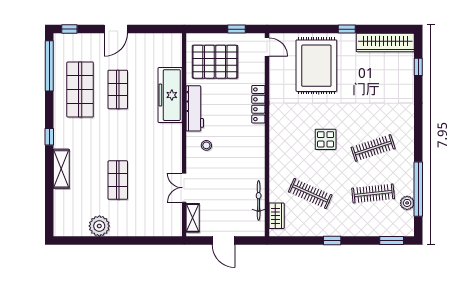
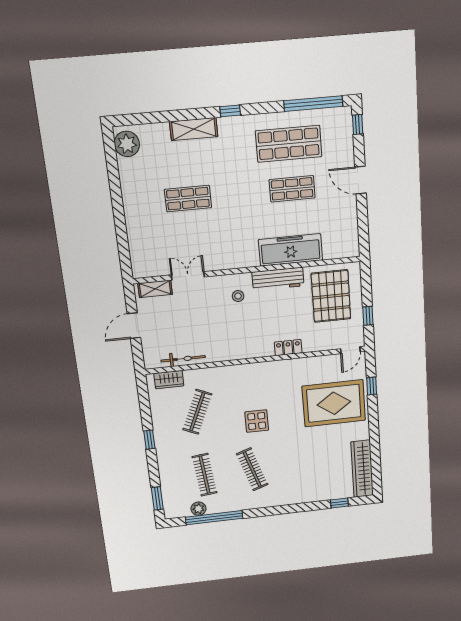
window: (347, 29) -> (372, 386), moved
locker: (258, 104) -> (288, 348), width x0.66
plant: (99, 226) -> (127, 144), moved

